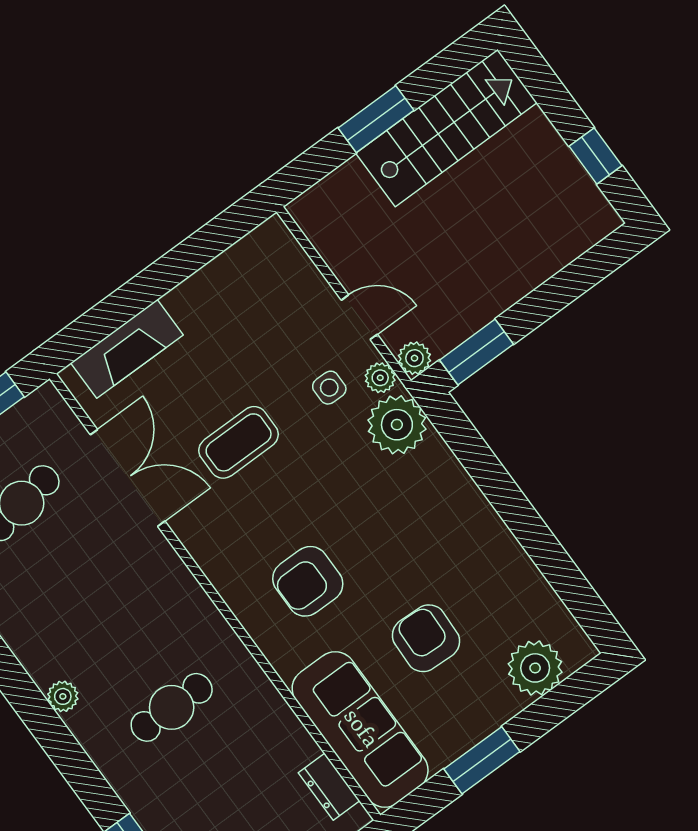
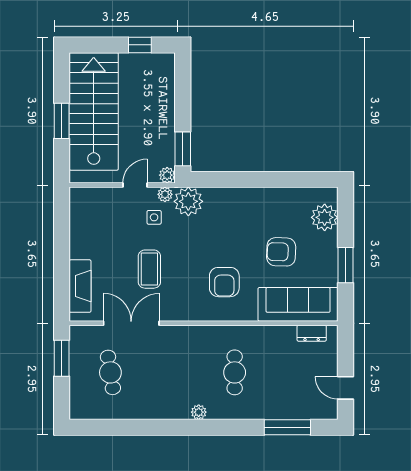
stairs: (446, 128) -> (94, 111), width x1.36, depth x1.51

